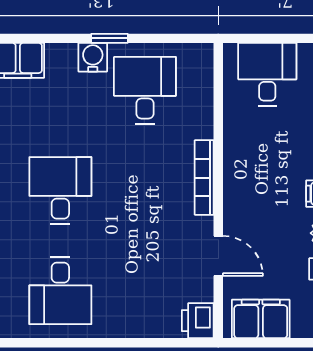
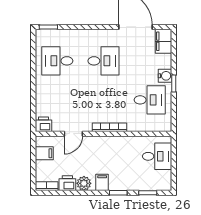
filing cabinet: (261, 319) -> (44, 153), width x0.50

